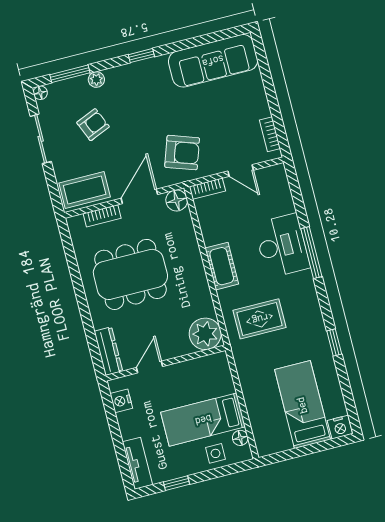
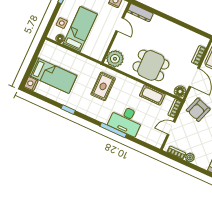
plant: (262, 109) -> (190, 158), added
cot: (222, 266) -> (152, 95), moved
dining table: (130, 274) -> (151, 65), moved, width x0.73

